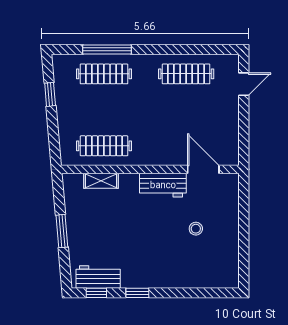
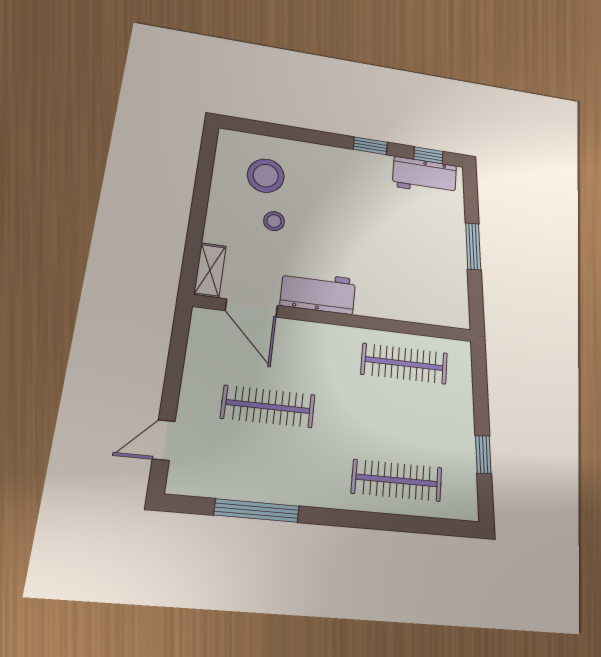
window: (107, 49) -> (257, 511), moved
clothes rail: (186, 74) -> (268, 406), moved
shelving: (101, 181) -> (210, 270), moved, turned 90
stool: (205, 259) -> (266, 176), added

